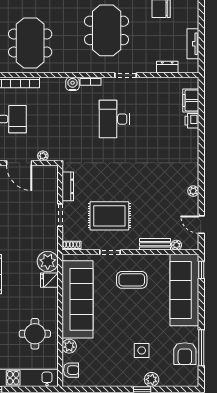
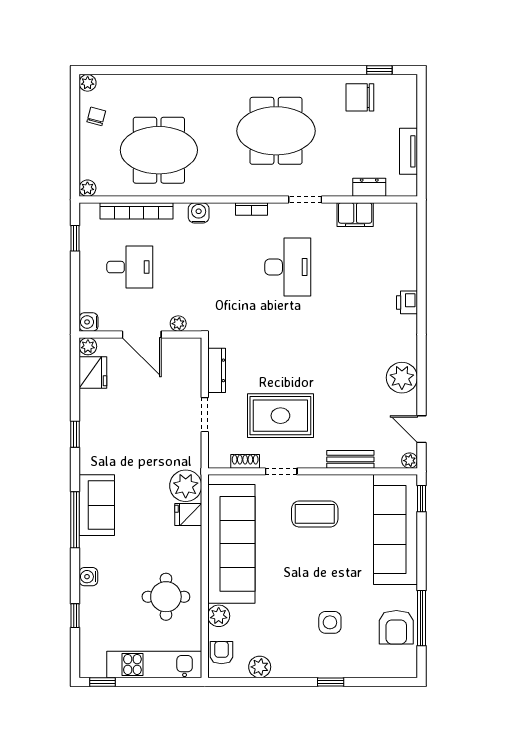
meeting table: (107, 30) -> (276, 131), turned 90
meeting table: (30, 43) -> (159, 150), turned 90
water cooler: (73, 84) -> (199, 213), moved
filing cabinet: (191, 100) -> (355, 215), moved, turned -90
desk: (114, 119) -> (288, 267), turned 180
printer: (192, 121) -> (407, 302), moved
plant: (193, 191) -> (402, 378), width x1.87, depth x1.87
plant: (176, 245) -> (410, 461), moved
shoe rack: (71, 246) -> (245, 461), moved
armchair: (71, 370) -> (222, 653), turned -90
plant: (152, 379) -> (260, 667), moved

